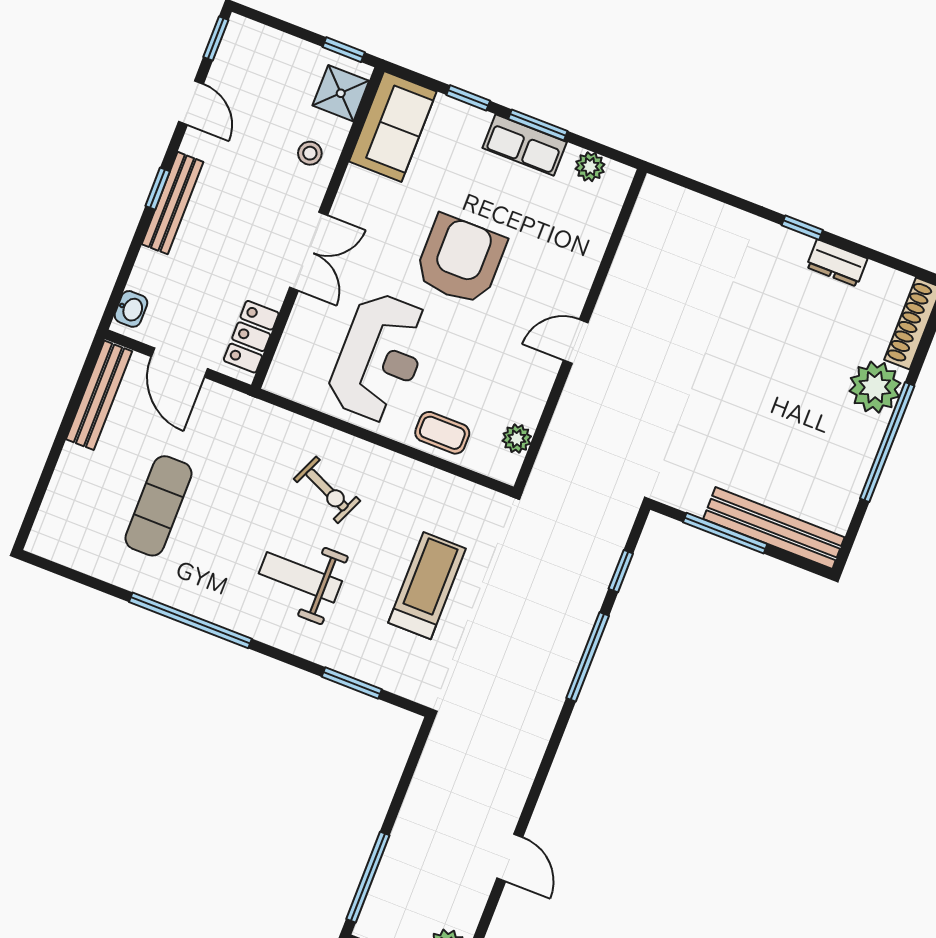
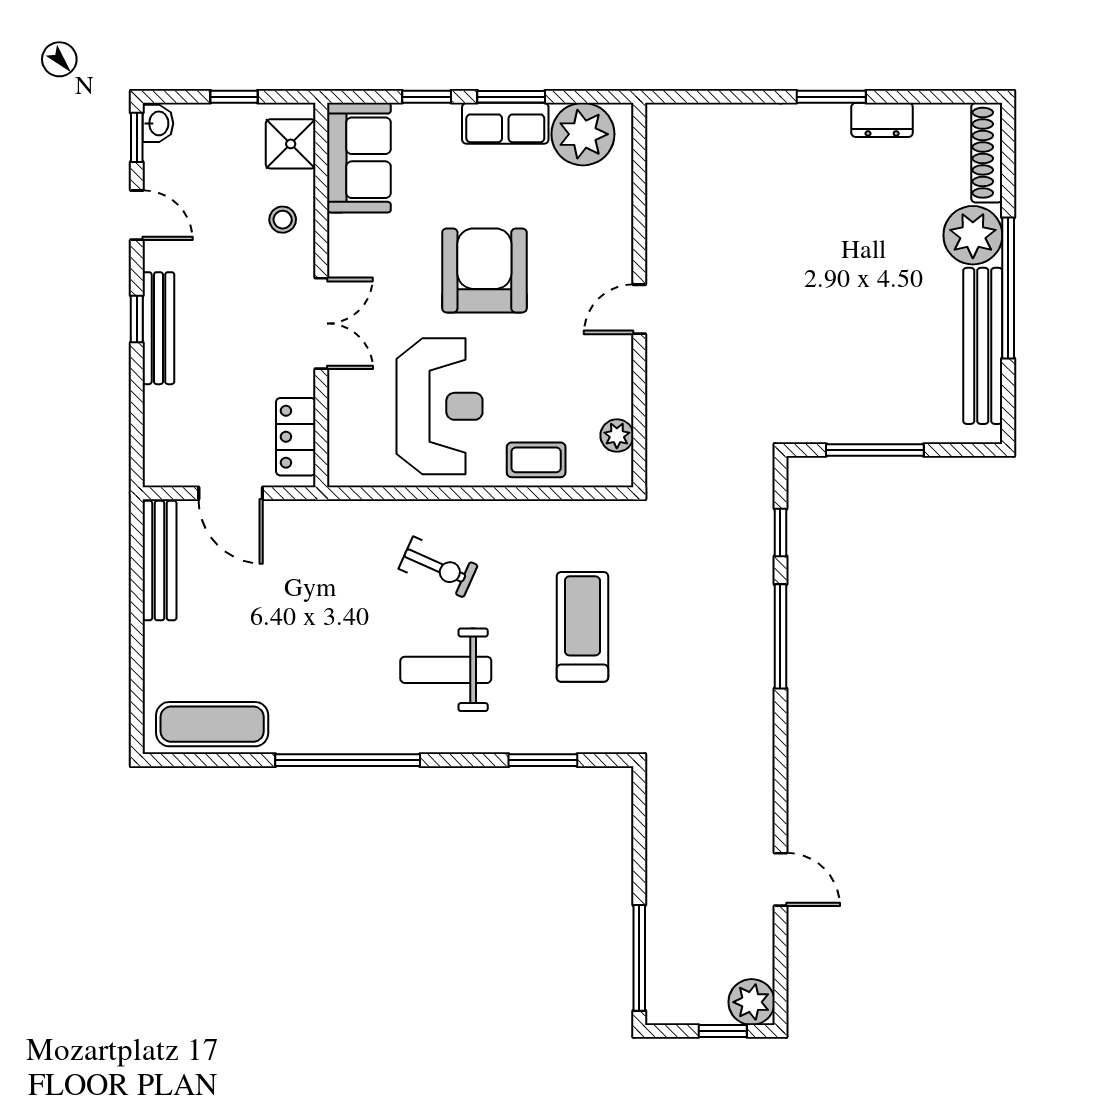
window: (344, 50) -> (234, 97), moved
plant: (590, 167) -> (583, 134), width x1.88, depth x1.88
window: (802, 228) -> (831, 97), width x1.50
washbasin: (131, 309) -> (158, 123), moved
exercise mat: (159, 506) -> (212, 724), moved, turned 90
bench: (774, 528) -> (983, 346), moved, turned 90

